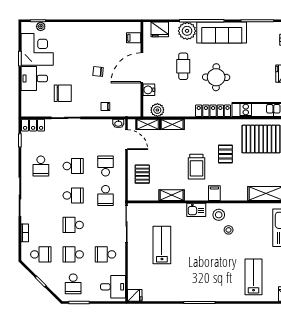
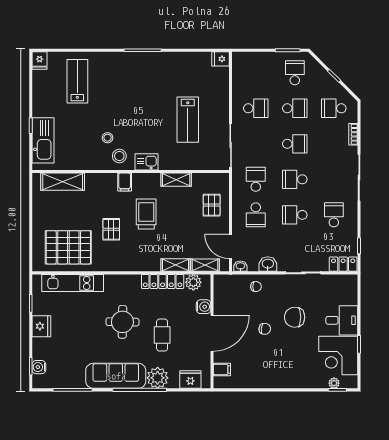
chair: (63, 93) -> (295, 317), moved
locker: (213, 111) -> (163, 281), moved
washbasin: (95, 125) -> (268, 264), added
lab bench: (254, 277) -> (77, 81), turned 180
desk: (113, 287) -> (247, 69), removed

